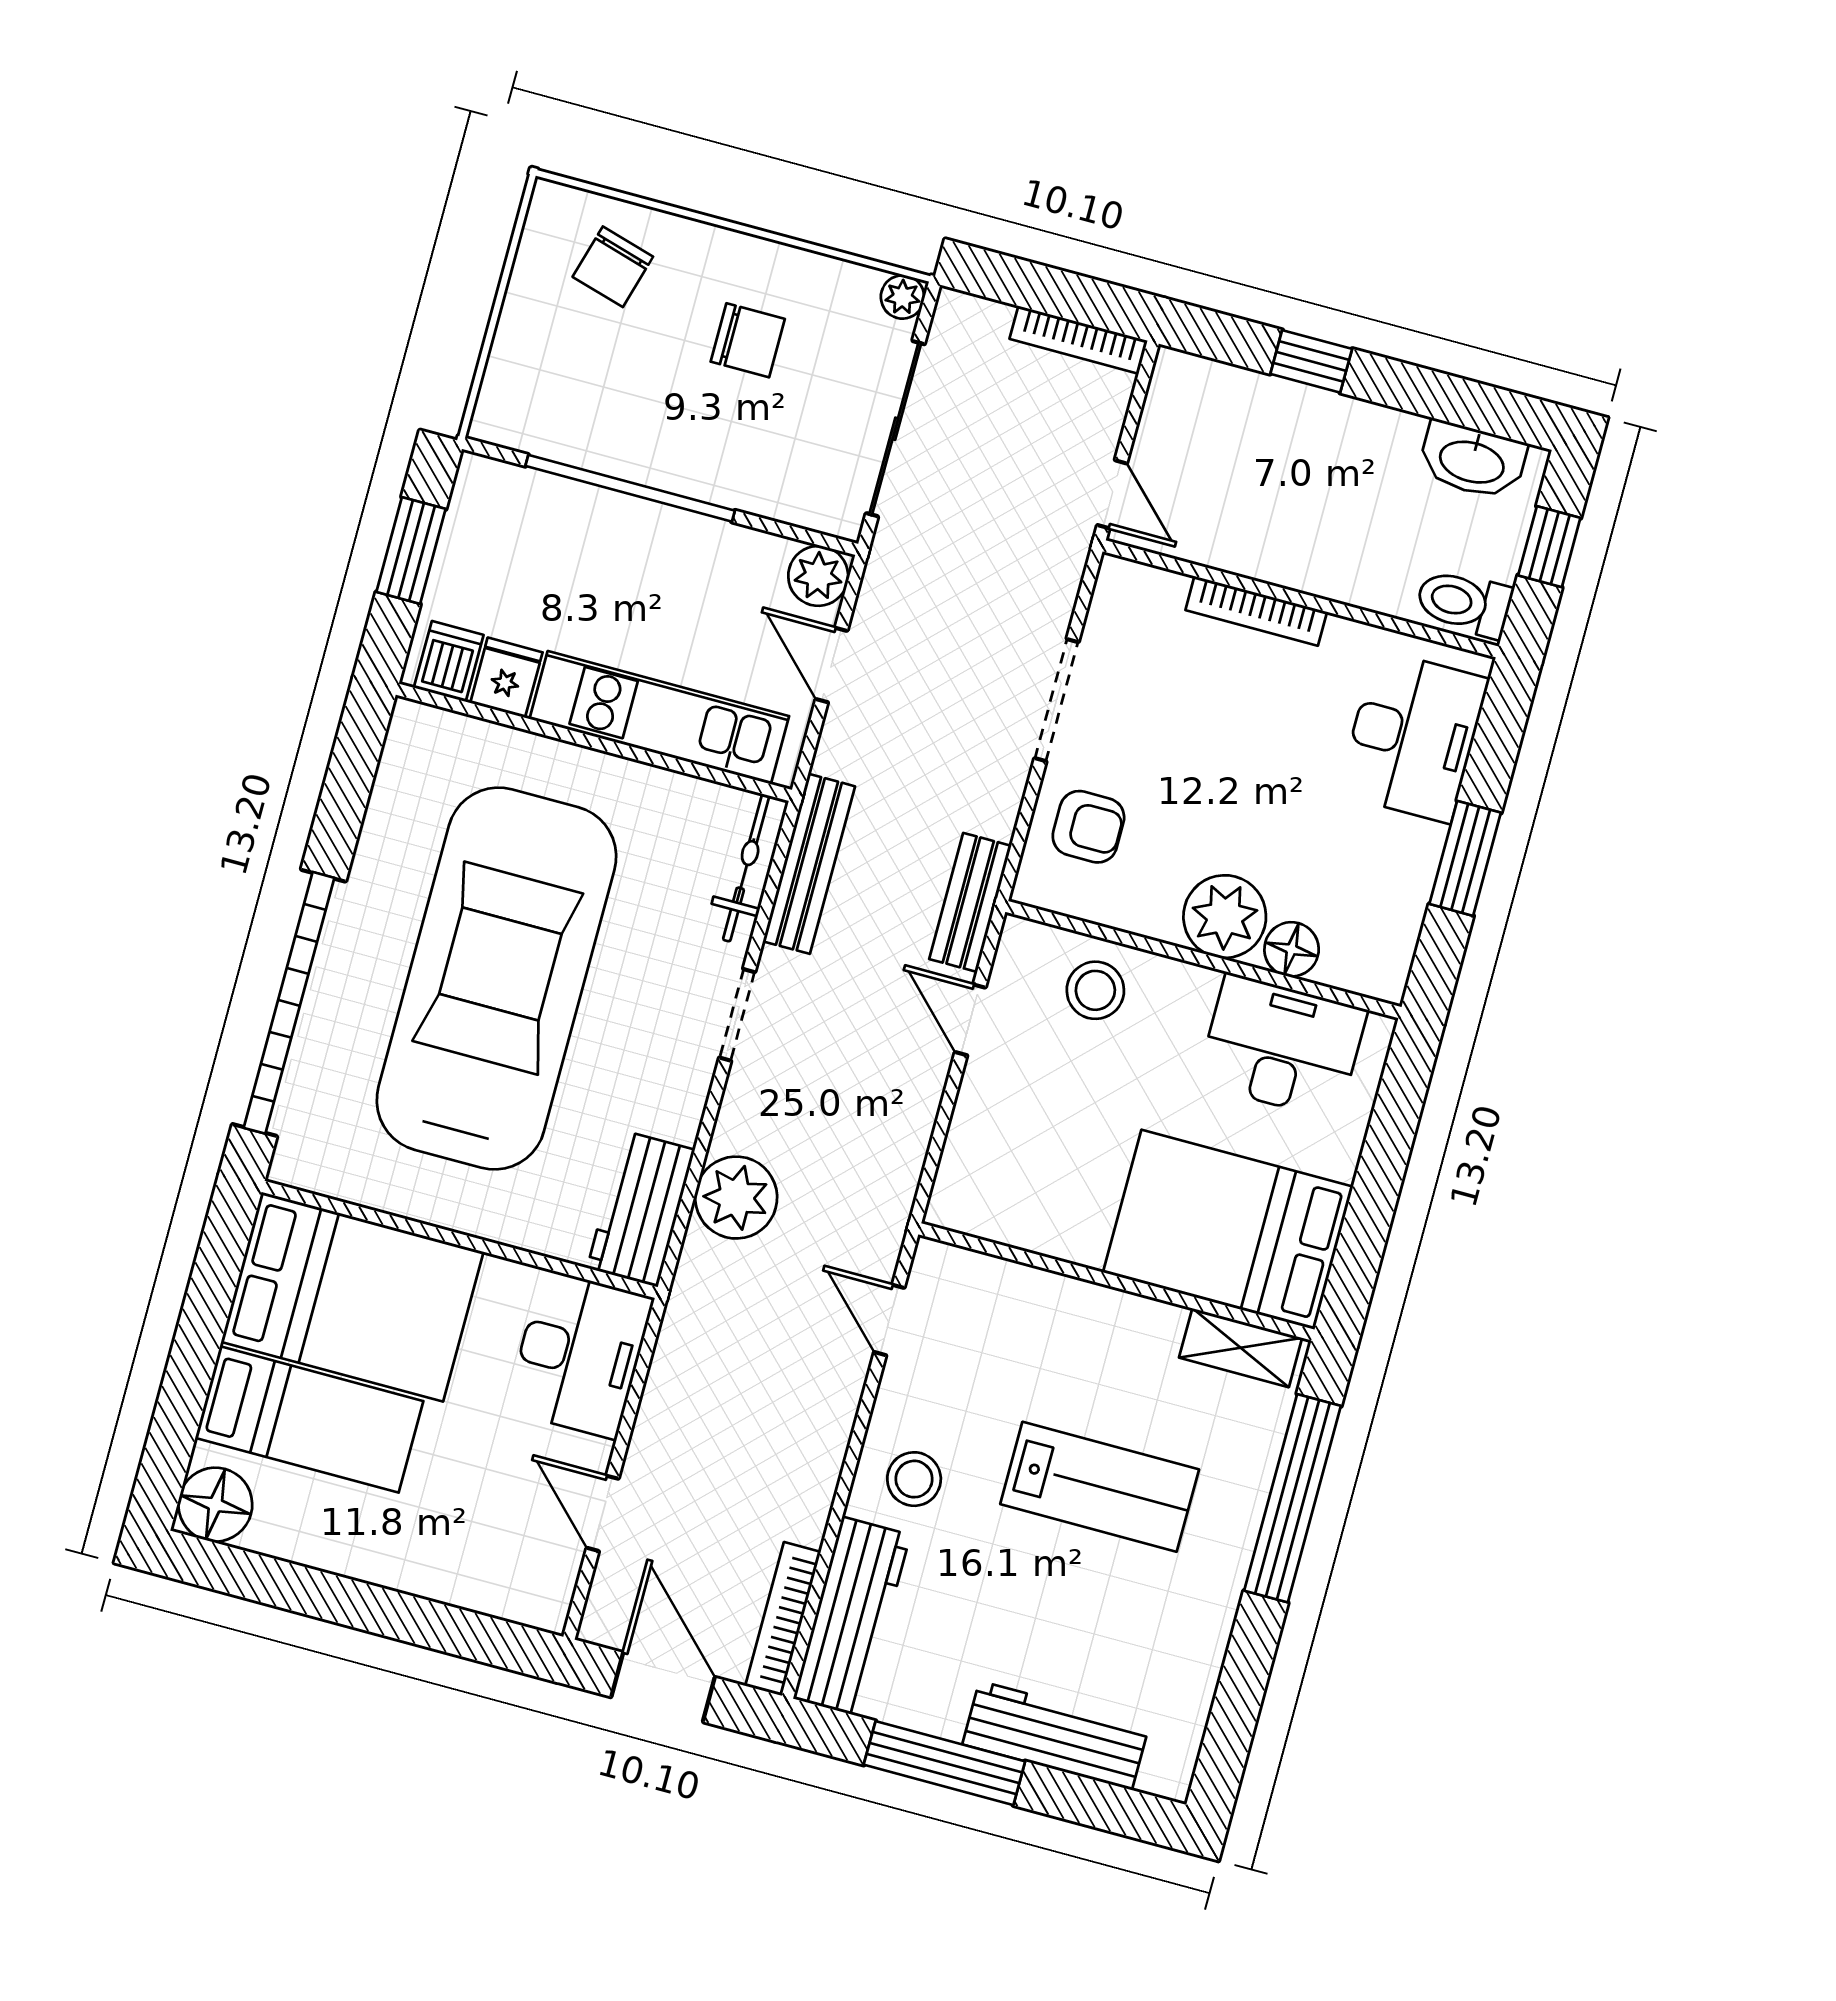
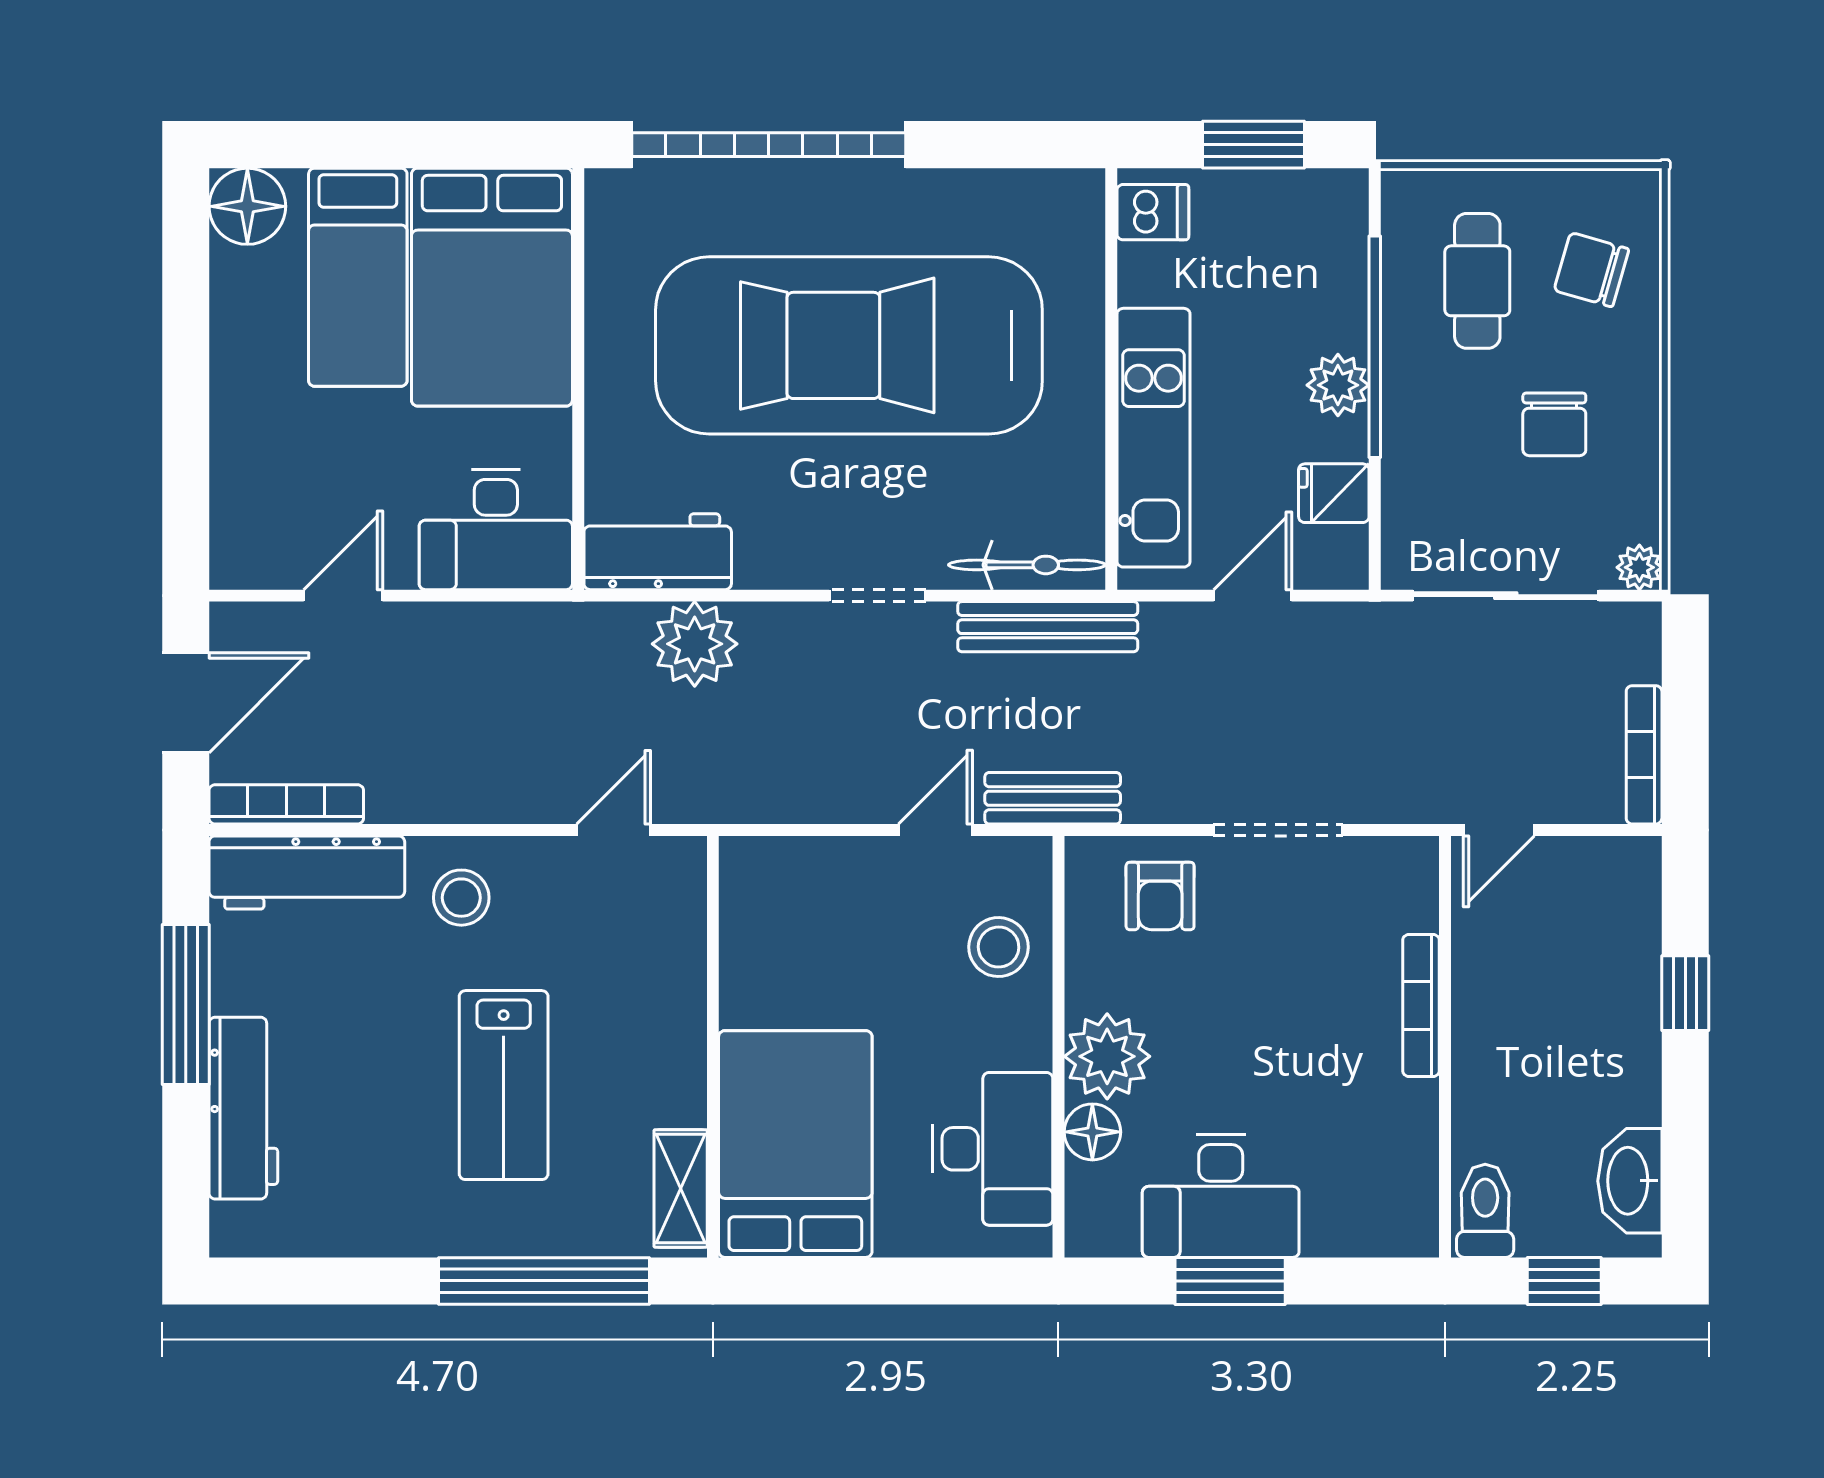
cafe table: (594, 376) -> (1477, 281), added
plant: (818, 576) -> (1338, 385), moved
fridge: (506, 678) -> (1334, 493), moved, turned 180
desk: (1413, 736) -> (1221, 1196), moved
car: (496, 978) -> (849, 345), turned 180

